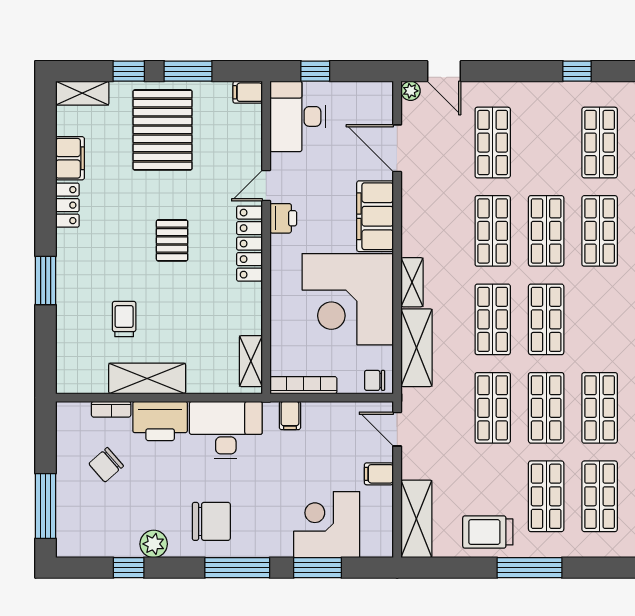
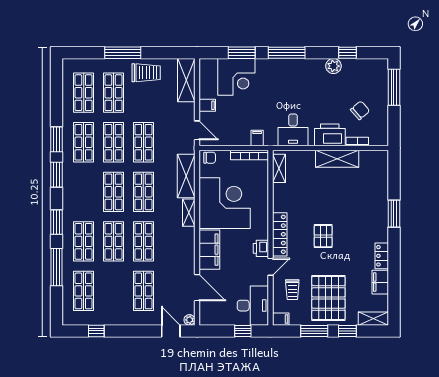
trolley: (124, 319) -> (292, 290), moved
desk: (226, 430) -> (293, 130), width x0.73
chair: (211, 521) -> (301, 79), removed

